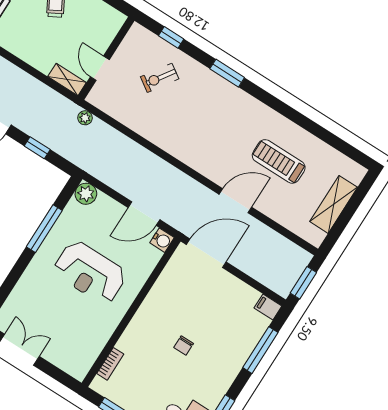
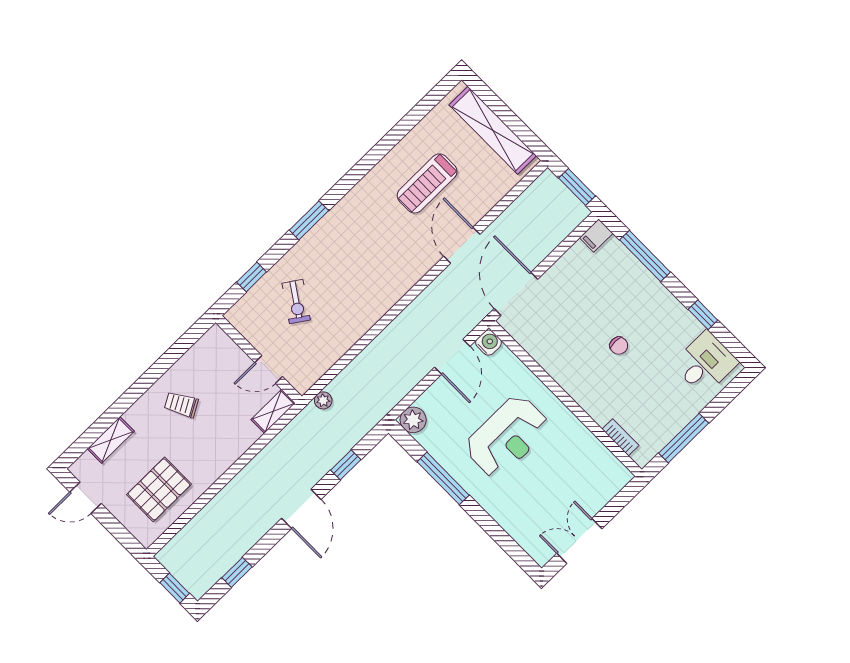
shelving: (334, 204) -> (493, 130), width x1.47

